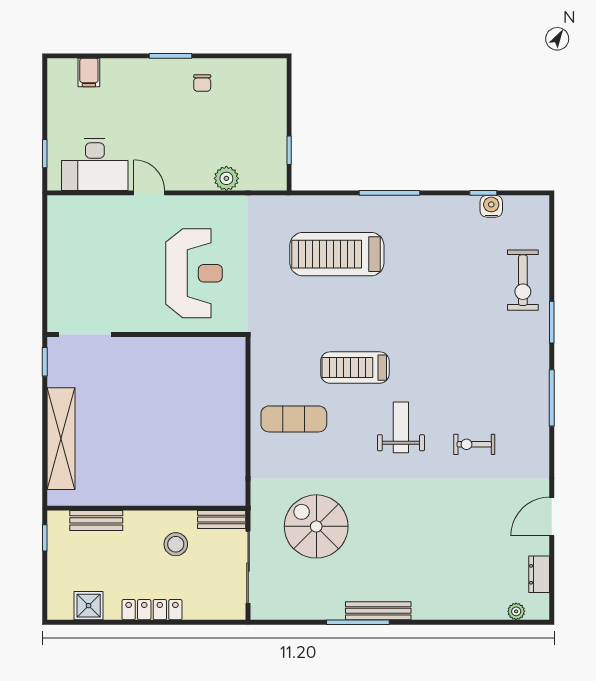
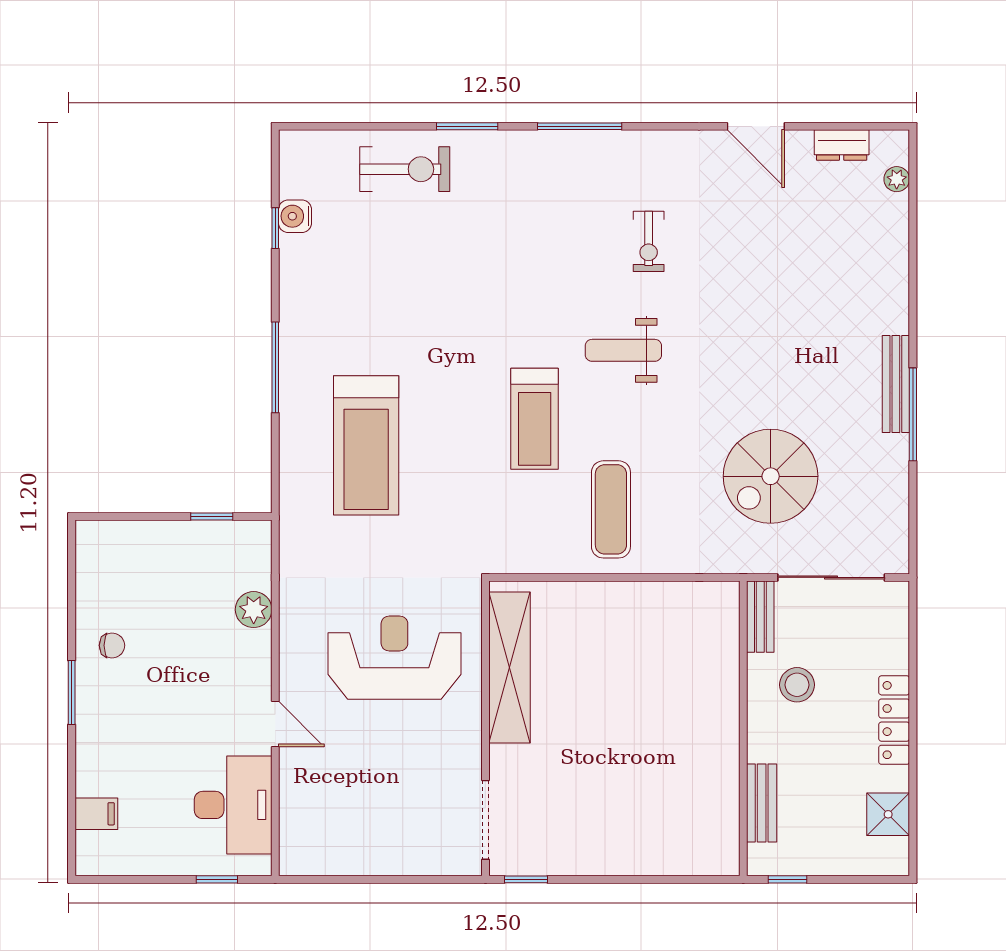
door: (149, 193) -> (275, 724), swing flipped
shelving: (61, 439) -> (509, 668), moved, turned 90

